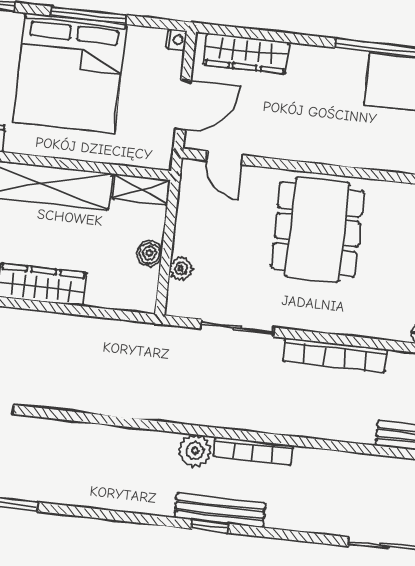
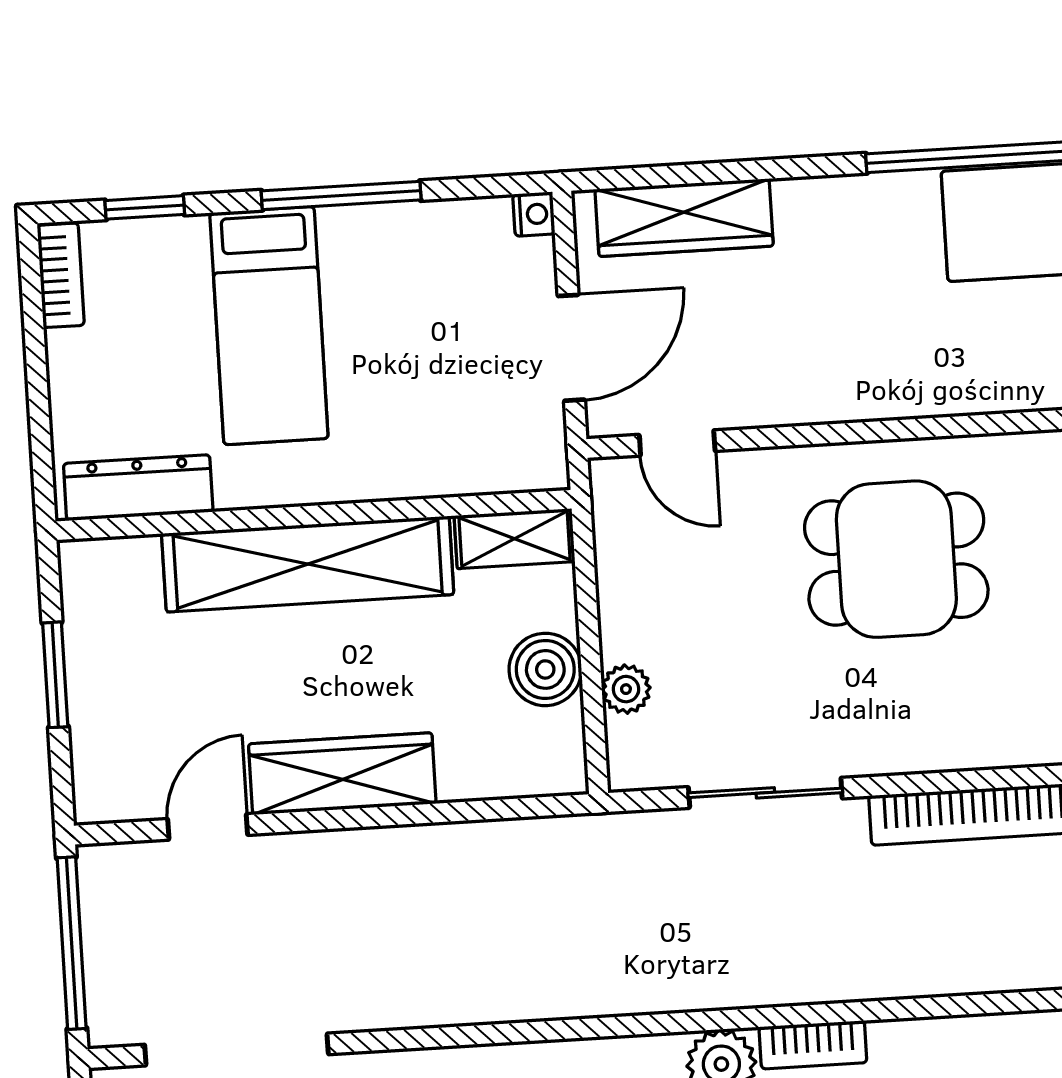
bed: (70, 73) -> (269, 326), width x0.49
dining table: (317, 230) -> (896, 559), width x0.73
boiler: (149, 253) -> (545, 669), width x1.36, depth x1.36
bookcase: (253, 451) -> (813, 1045), width x0.64

